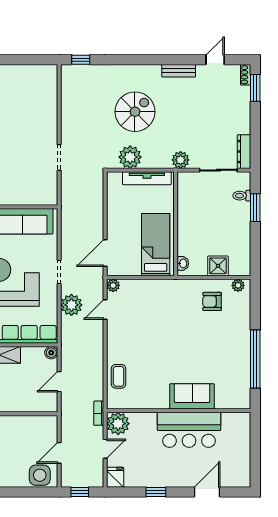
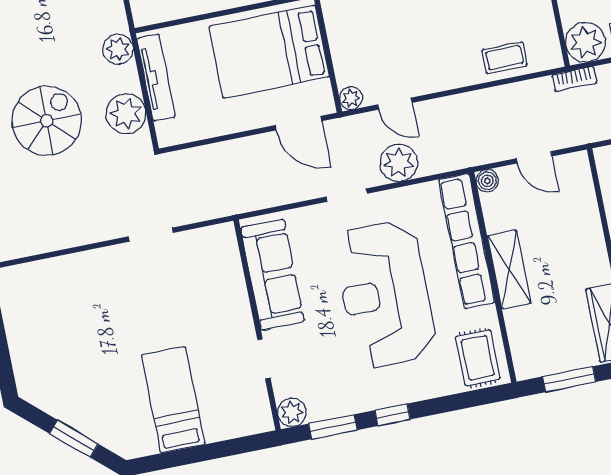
spiral stairs: (135, 112) -> (47, 121), turned 90
plant: (181, 160) -> (118, 49), moved
bed: (156, 245) -> (269, 52), width x1.50

